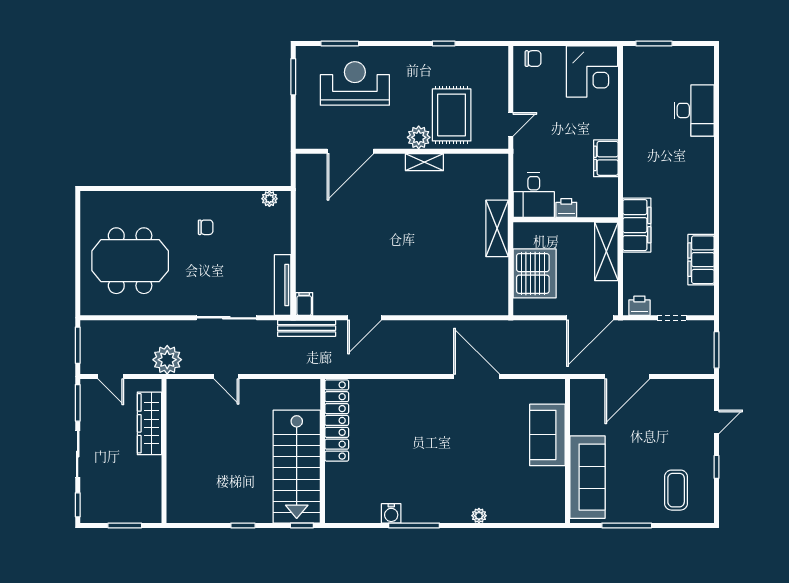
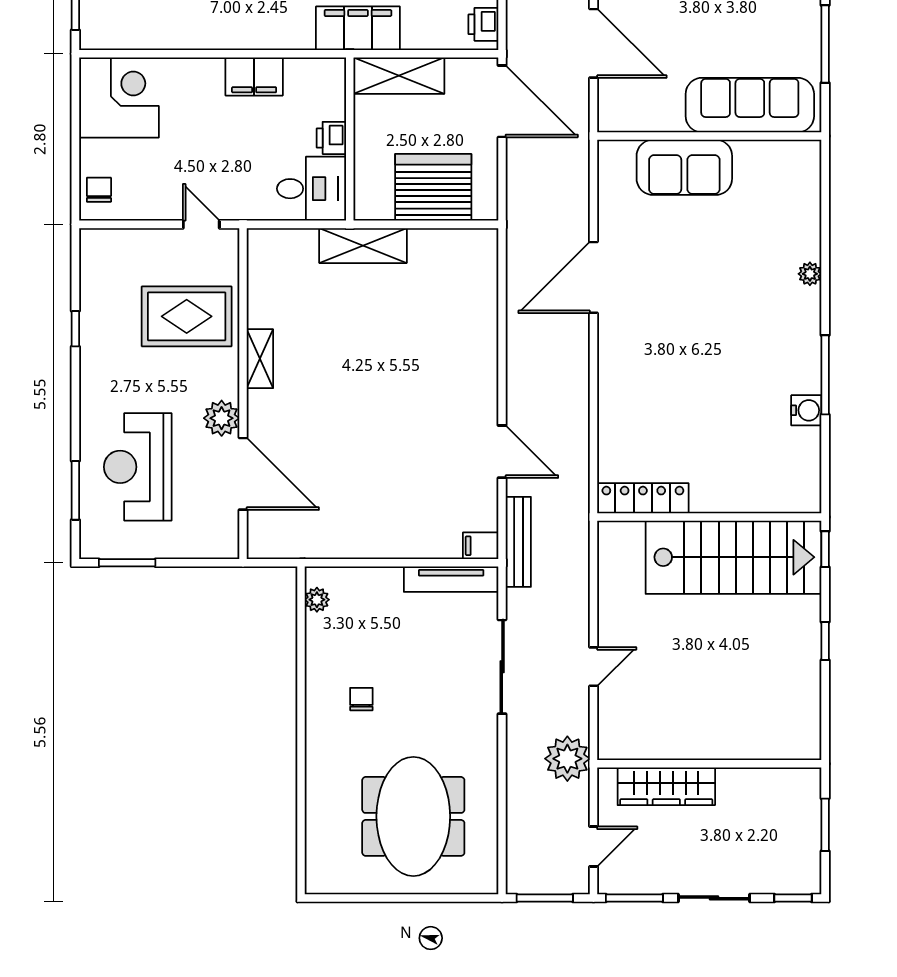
plant: (419, 137) -> (222, 418), moved
locker: (337, 420) -> (643, 498), width x0.71, depth x0.83

